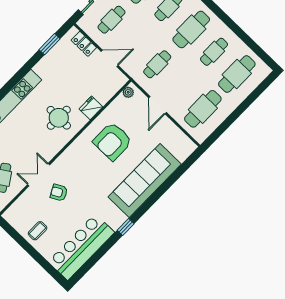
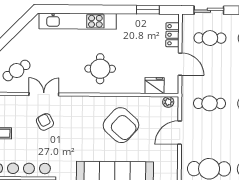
fridge: (91, 108) -> (155, 86), moved
armchair: (113, 141) -> (121, 125), turned -138

